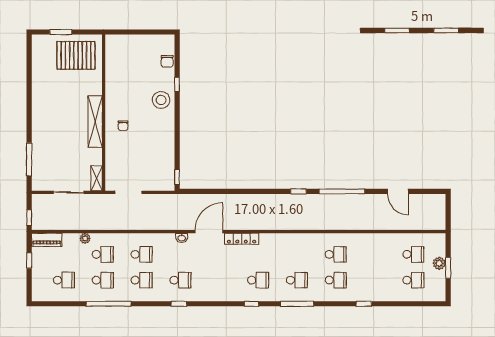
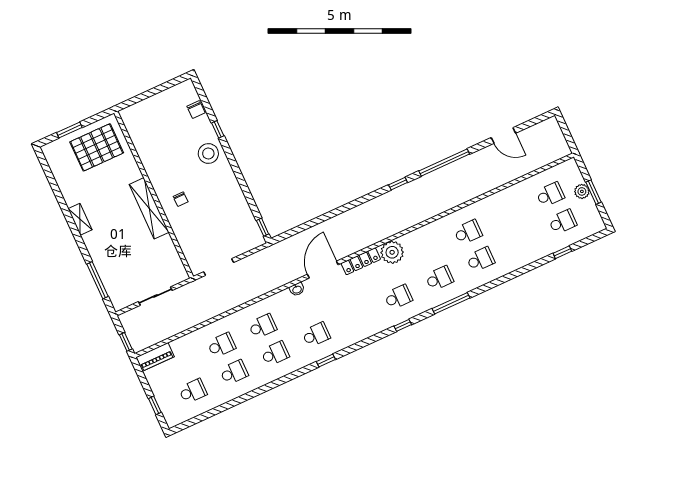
shelving: (97, 178) -> (80, 219), moved
plant: (85, 238) -> (392, 252), moved, width x1.87, depth x1.87
window: (29, 260) -> (155, 405), moved
window: (109, 304) -> (252, 395), removed
window: (364, 304) -> (562, 252), moved

